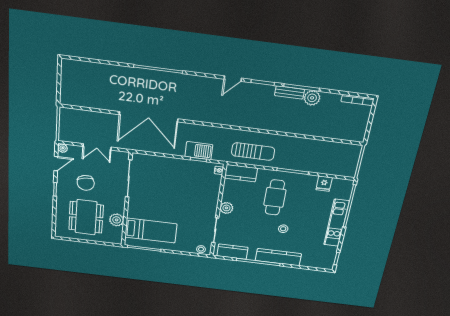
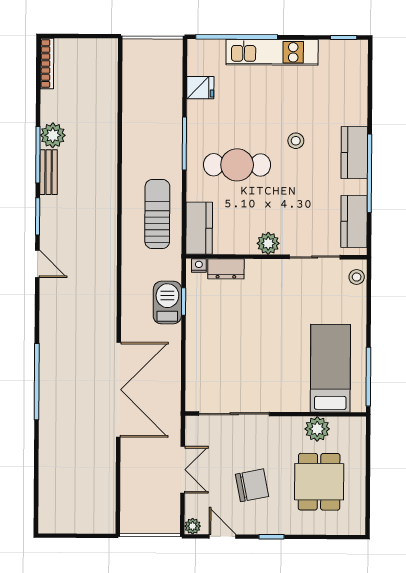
dresser: (215, 184) -> (226, 269), added
dining table: (86, 217) -> (319, 482), width x0.73
kitchen counter: (278, 257) -> (354, 153), width x0.67

